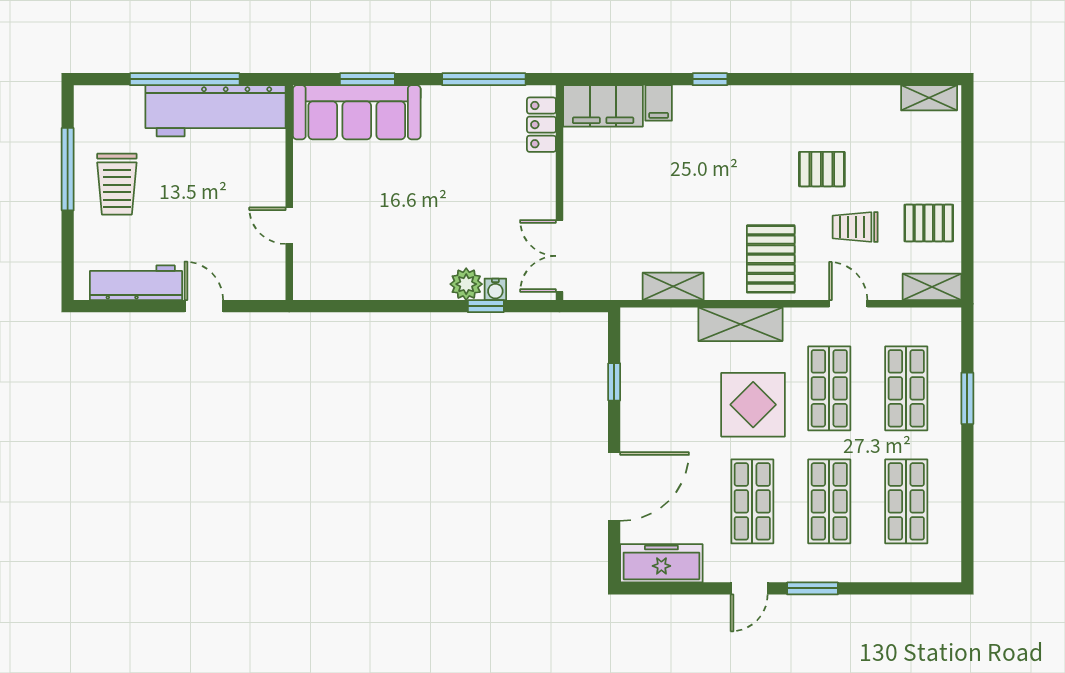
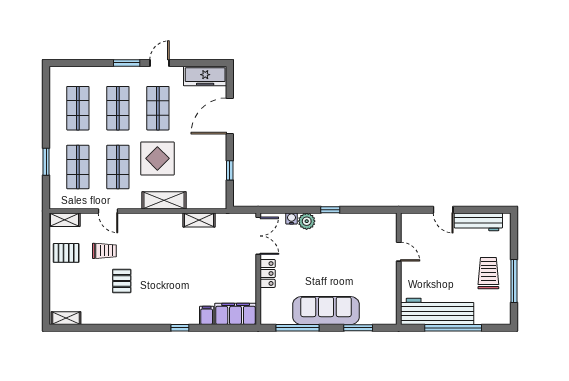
sofa: (357, 112) -> (326, 311), moved
locker: (541, 125) -> (268, 273), moved
pallet: (822, 169) -> (122, 281), turned 90
pallet: (771, 259) -> (148, 234), removed
window: (486, 306) -> (330, 210), moved

